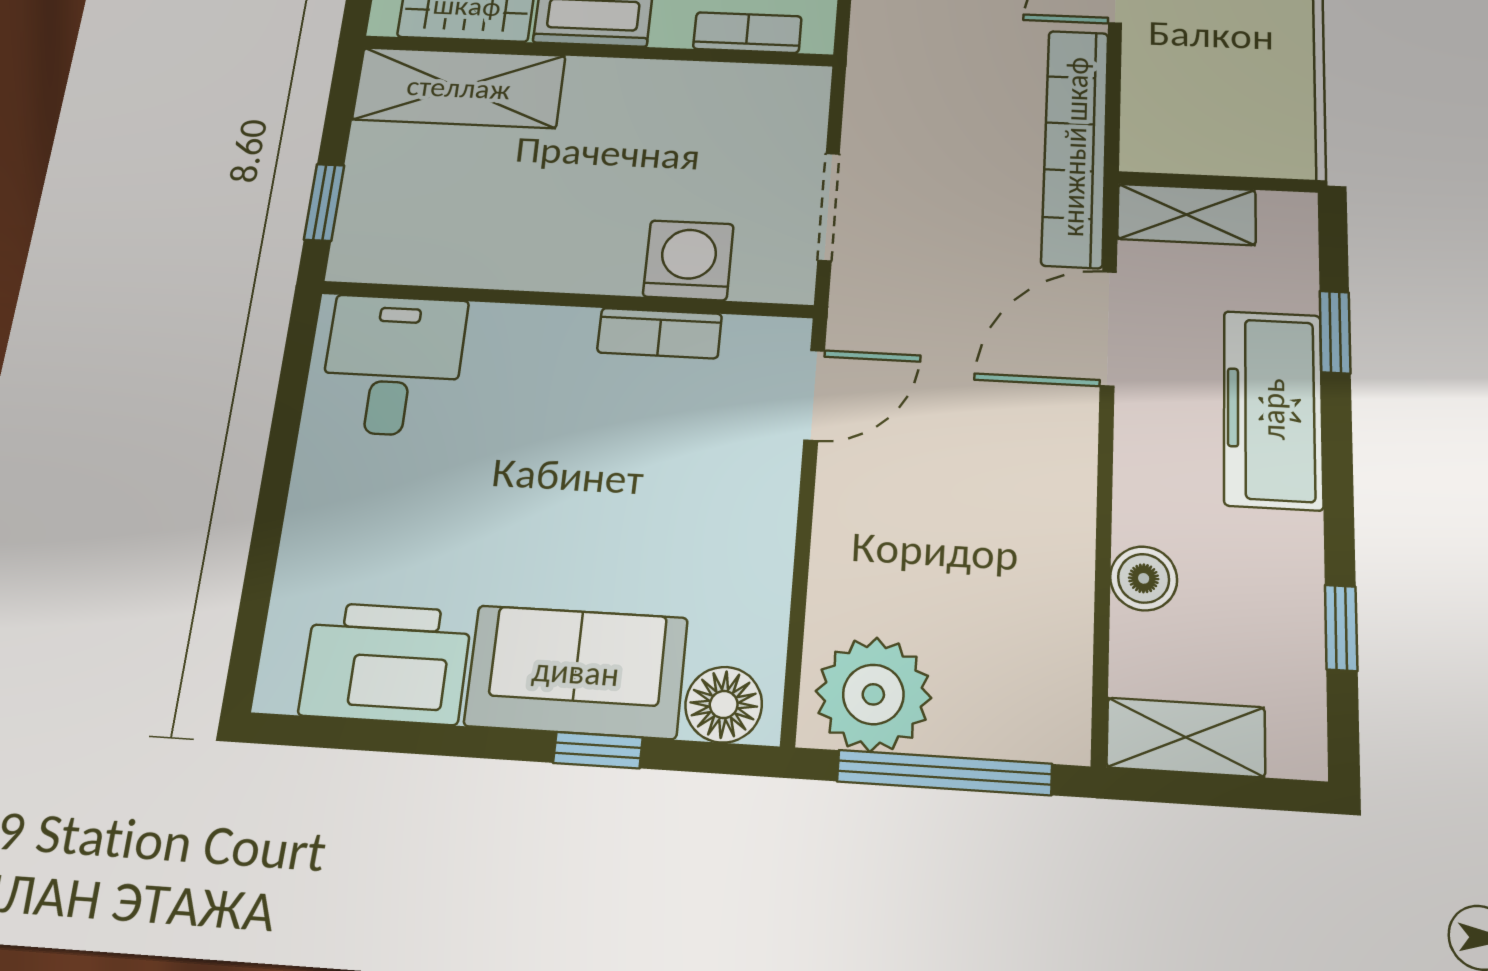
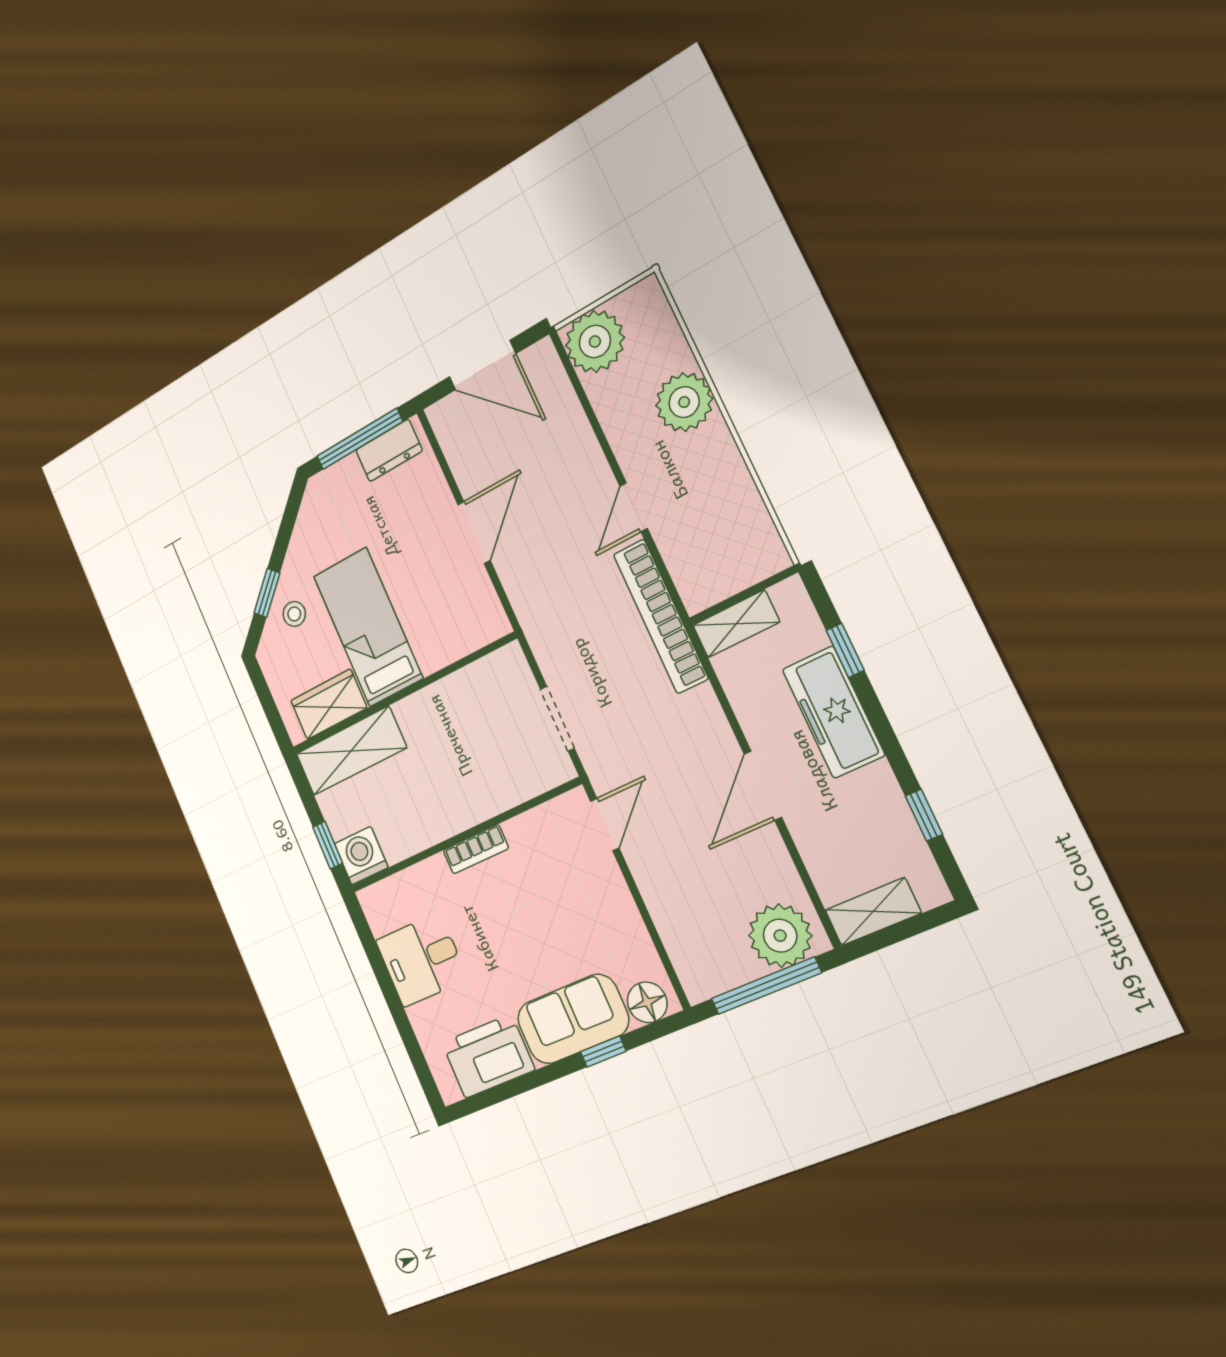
bookcase: (747, 33) -> (466, 643), removed
washing machine: (688, 260) -> (361, 856), moved
door: (1108, 329) -> (763, 786), moved
bookcase: (660, 333) -> (476, 849), moved
desk: (393, 365) -> (421, 960), moved, turned -90
boiler: (1144, 578) -> (812, 839), removed
plant: (873, 694) -> (780, 936), moved

